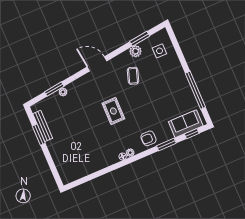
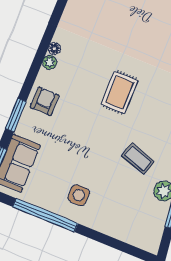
side table: (159, 51) -> (79, 195), moved
rug: (113, 111) -> (120, 92), turned 90

